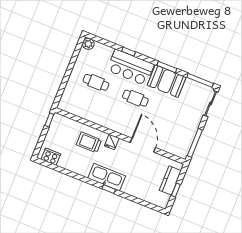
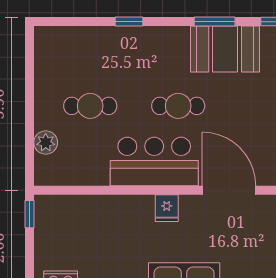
plant: (88, 44) -> (46, 142), moved
bar counter: (131, 67) -> (154, 161), moved, turned 180
trolley: (89, 142) -> (123, 227), removed

